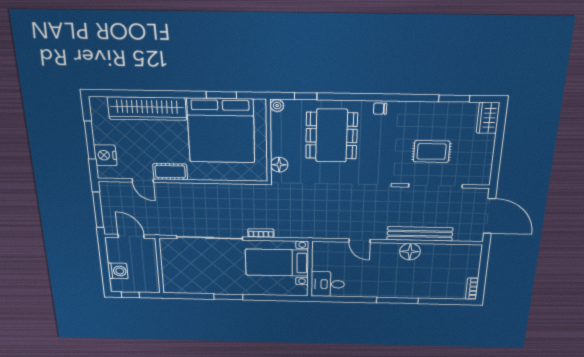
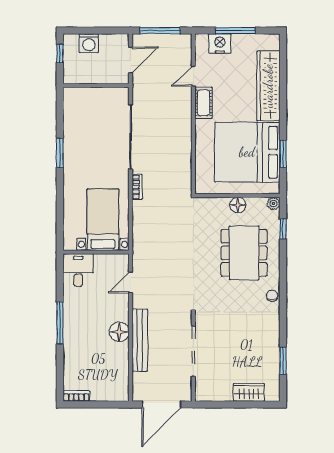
wardrobe: (488, 118) -> (249, 392), moved
dining table: (332, 136) -> (244, 253), turned 90
rug: (432, 151) -> (230, 345), removed
floor lamp: (279, 165) -> (238, 205), moved
bed with nightstands: (277, 263) -> (103, 220), moved
wall: (310, 269) -> (96, 252), moved
desk: (328, 284) -> (78, 270), moved

